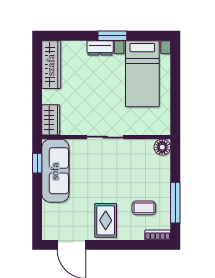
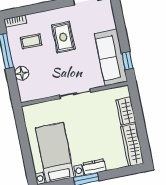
wardrobe: (51, 120) -> (126, 111), moved
floor lamp: (162, 147) -> (22, 73), moved
rug: (106, 220) -> (63, 37), moved

